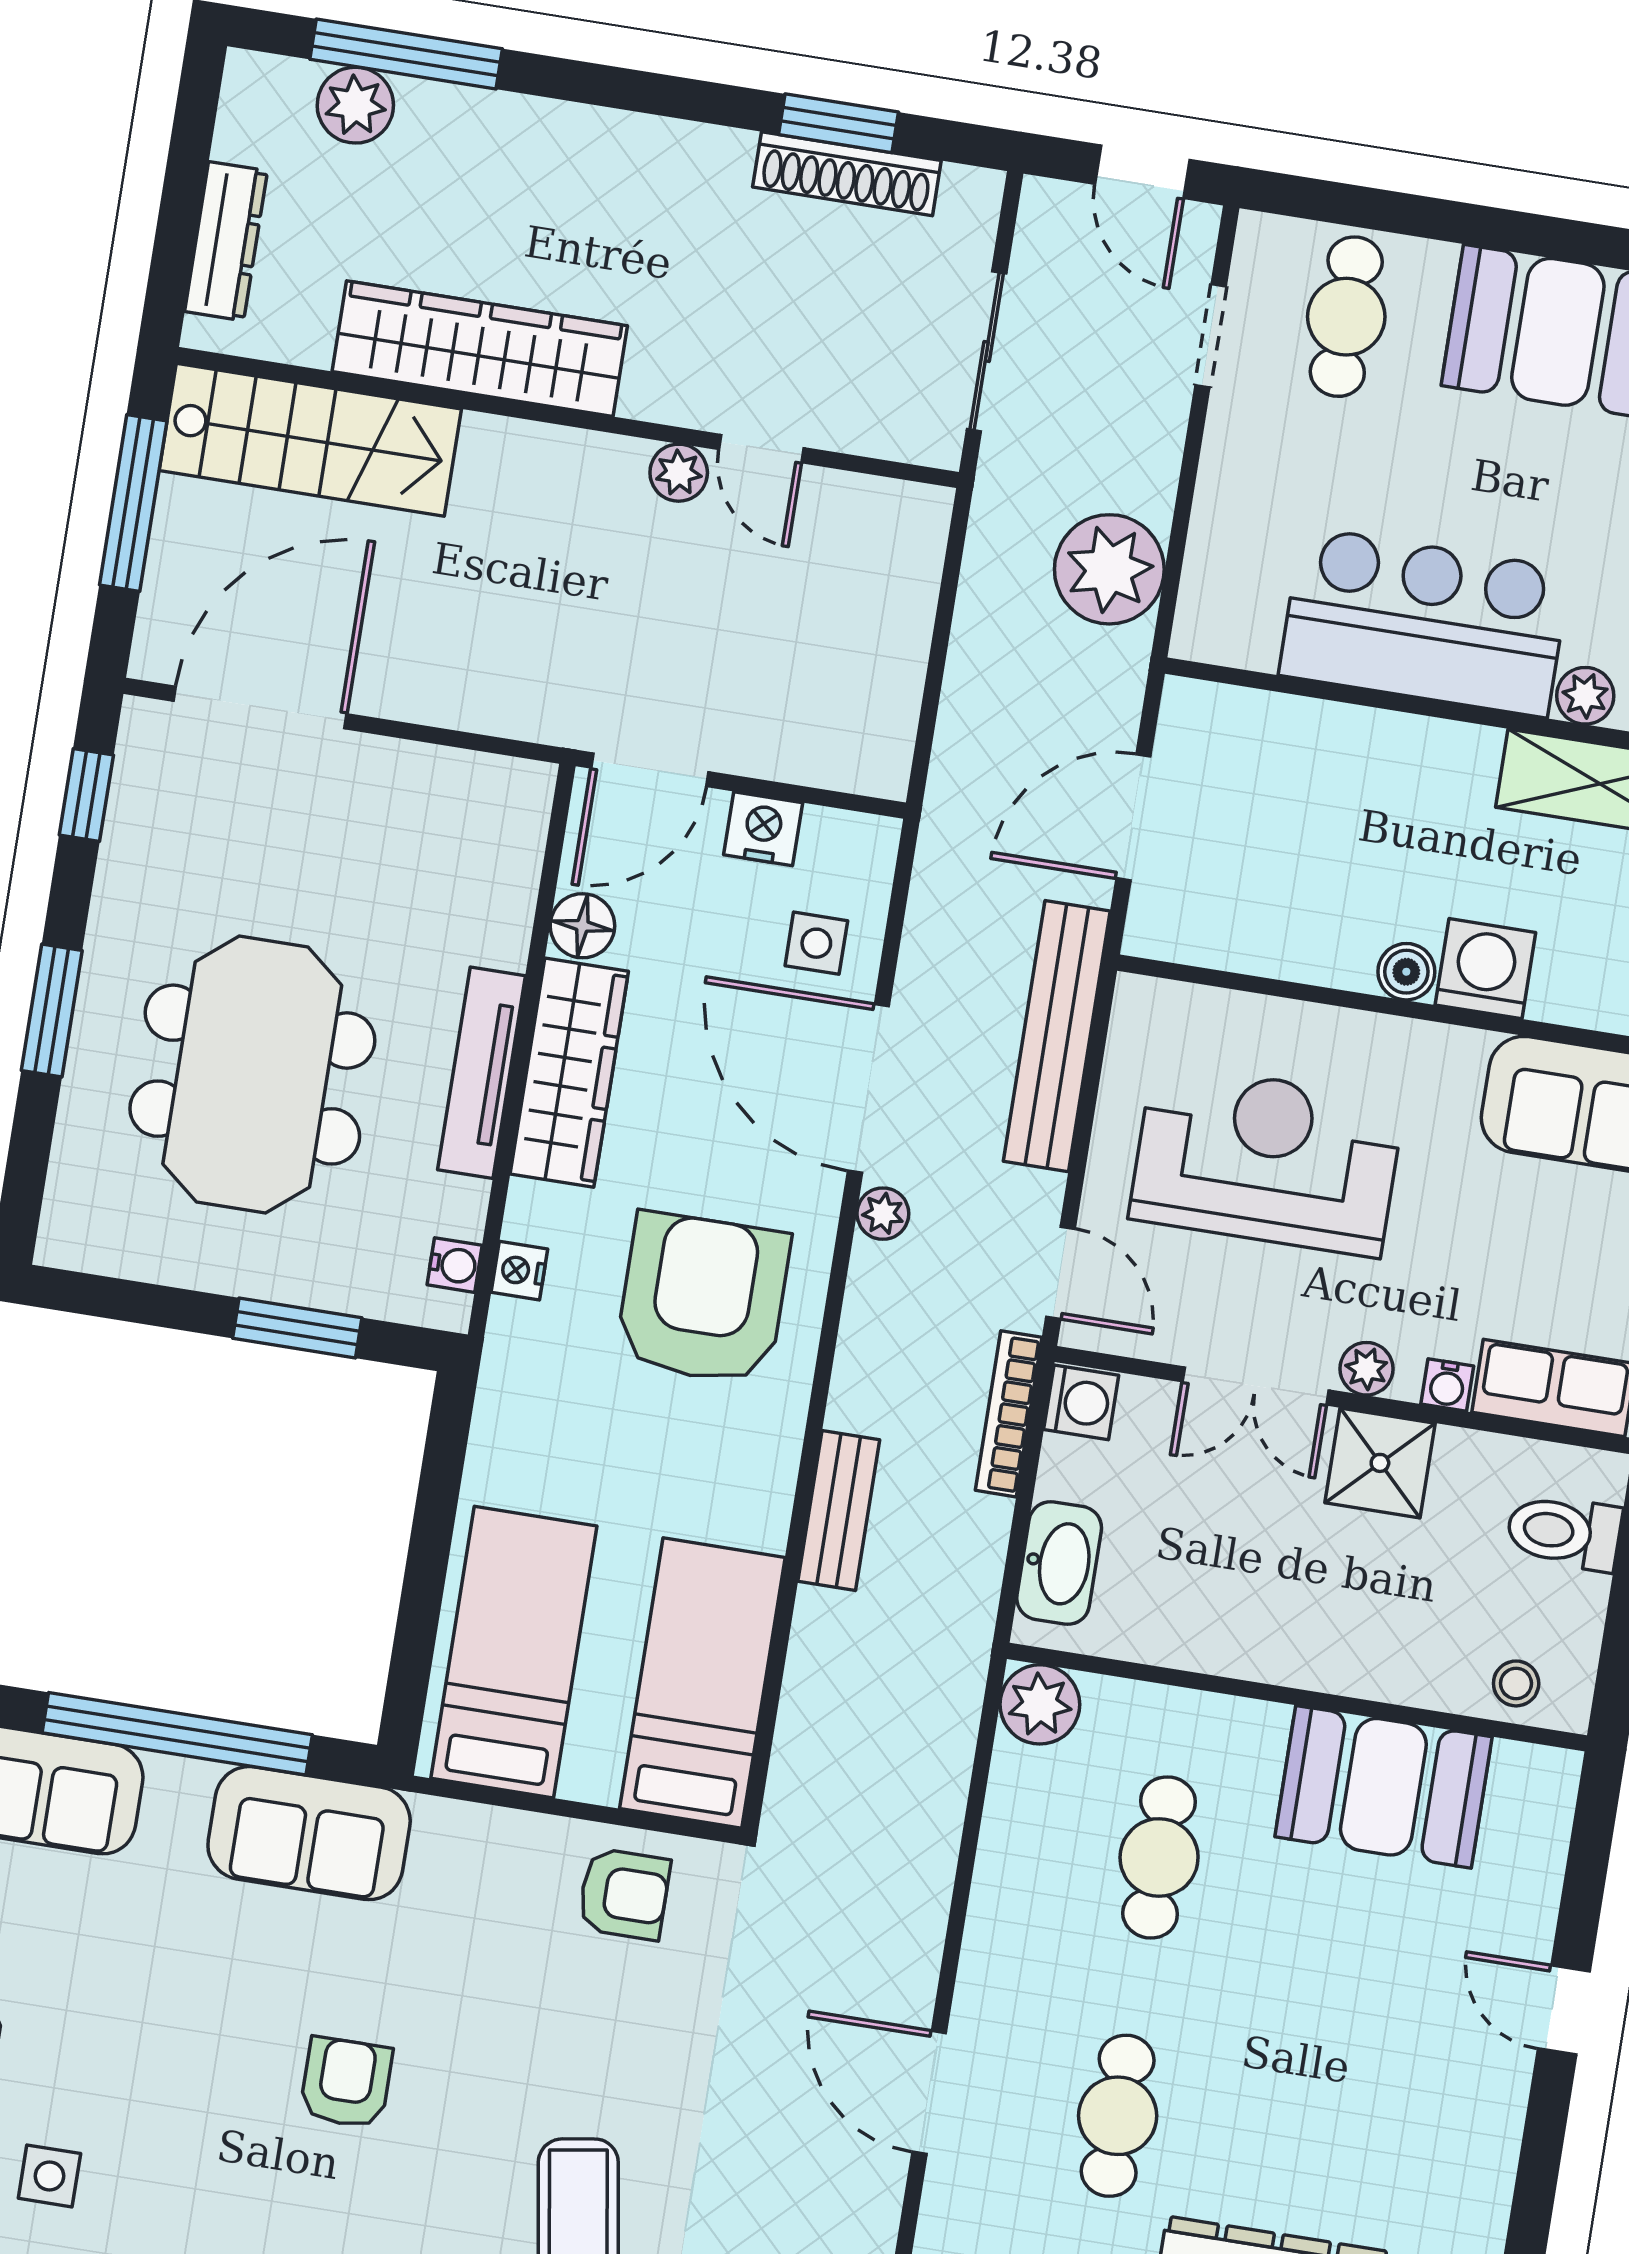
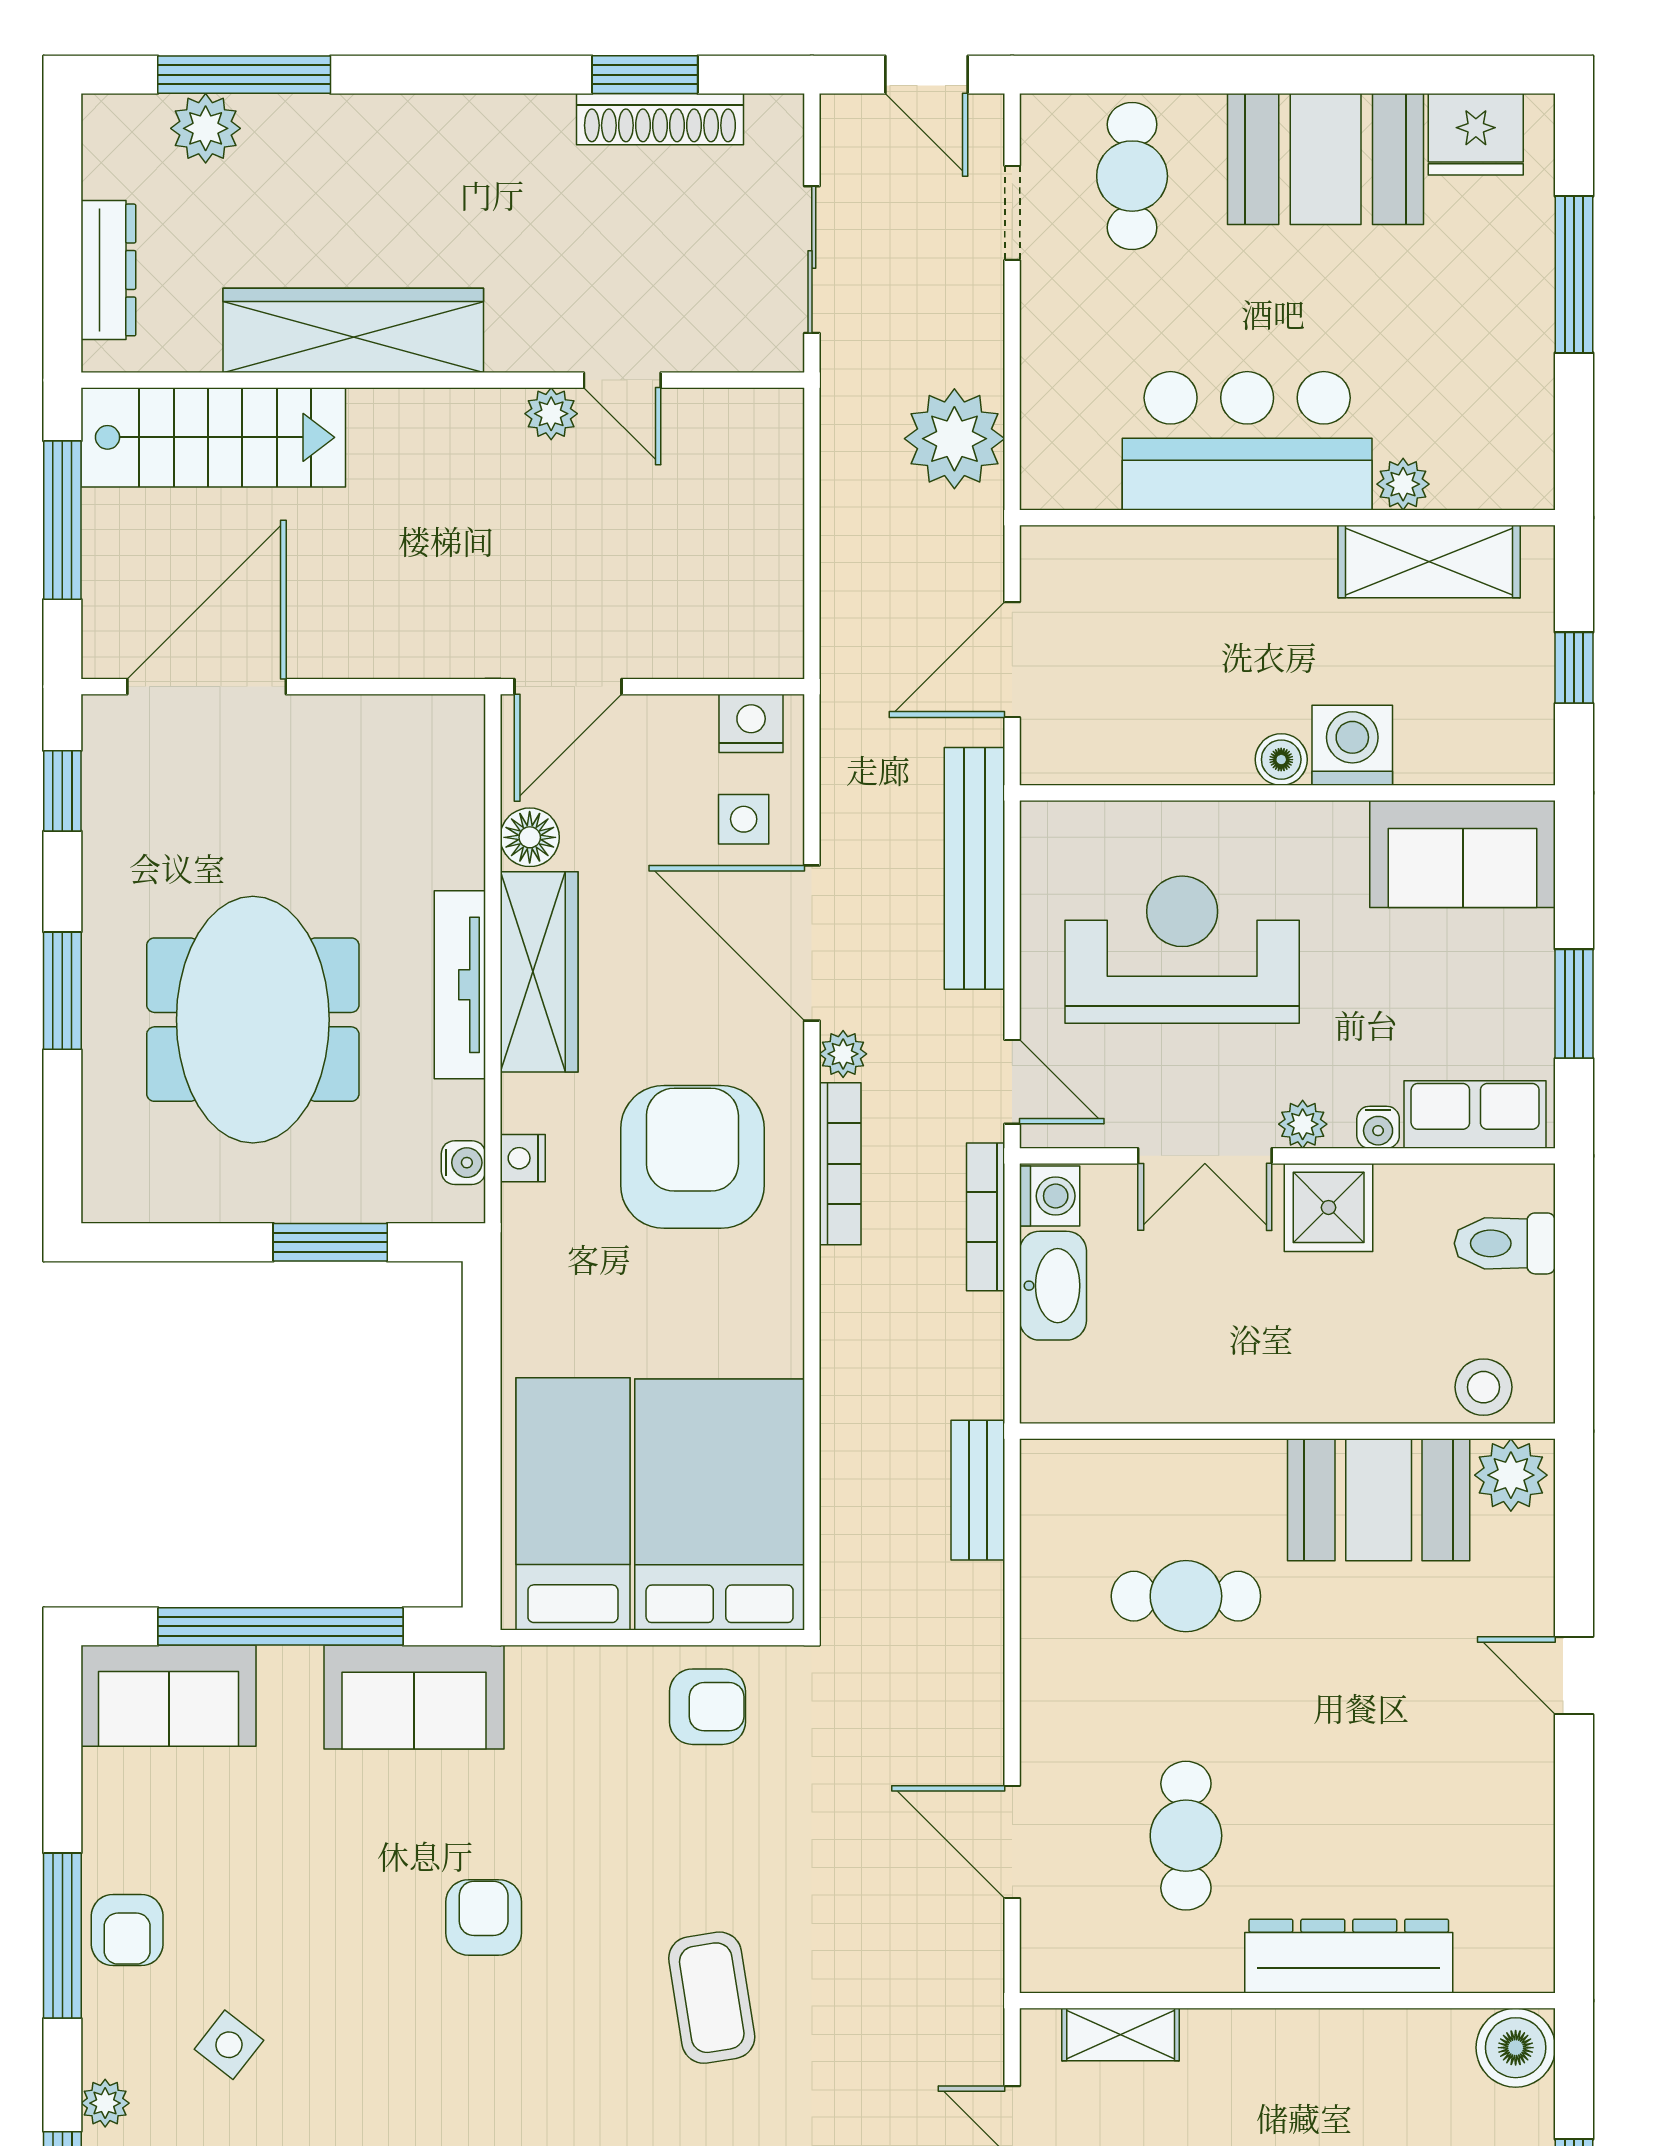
nightstand: (763, 829) -> (751, 723), moved
bookcase: (861, 1331) -> (840, 1164), added
bench: (839, 1510) -> (978, 1490), moved
washbasin: (1059, 1563) -> (1053, 1286), moved
bed: (702, 1683) -> (720, 1505), width x1.50
stool: (1516, 1683) -> (1483, 1387), width x1.37, depth x1.37
plant: (1040, 1704) -> (1511, 1475), moved
cafe table: (1159, 1857) -> (1186, 1596), turned 90
side table: (49, 2176) -> (229, 2045), turned 38

